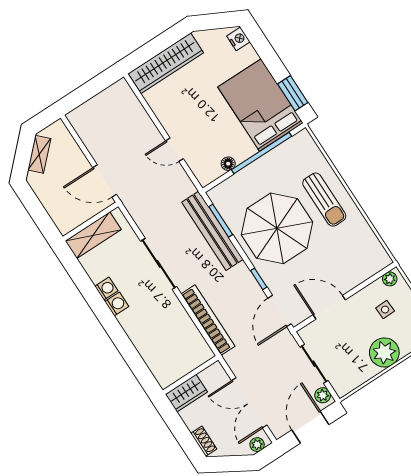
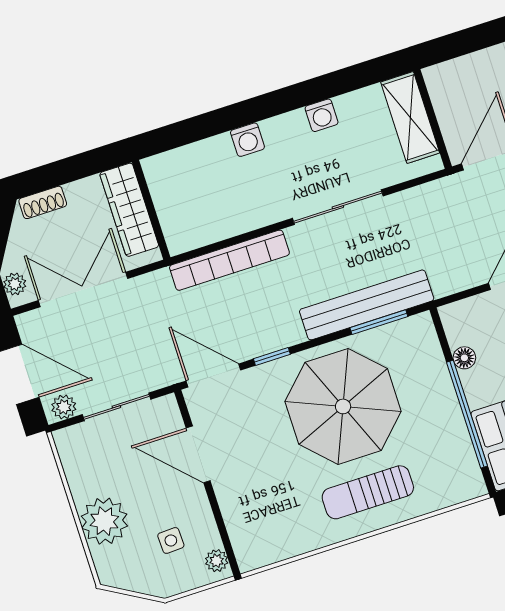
washing machine: (117, 304) -> (247, 140), moved
door: (329, 307) -> (198, 454), swing flipped
wardrobe: (186, 393) -> (129, 210), width x1.50

